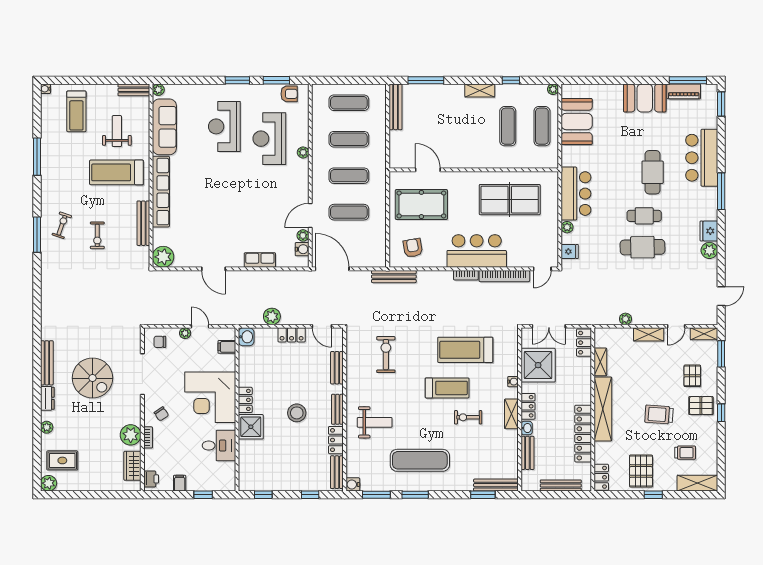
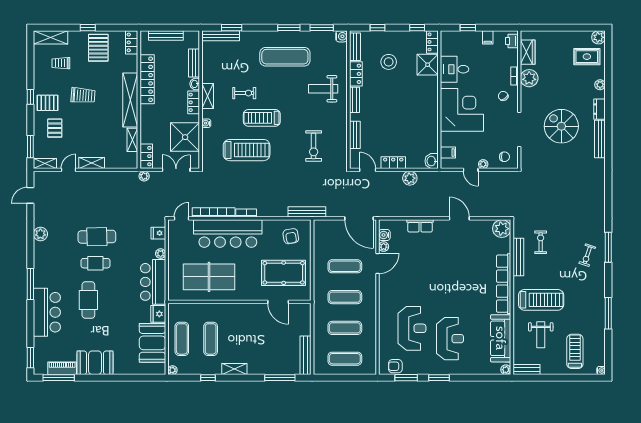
plant: (303, 152) -> (384, 317), removed
fridge: (709, 231) -> (158, 314), moved, turned 180
exercise bike: (97, 235) -> (541, 242), moved
bar counter: (477, 251) -> (228, 233), width x1.36
plant: (625, 319) -> (144, 176), moved
locker: (245, 400) -> (432, 42), moved
stool: (297, 413) -> (389, 62), moved
shower: (251, 427) -> (428, 65), moved

